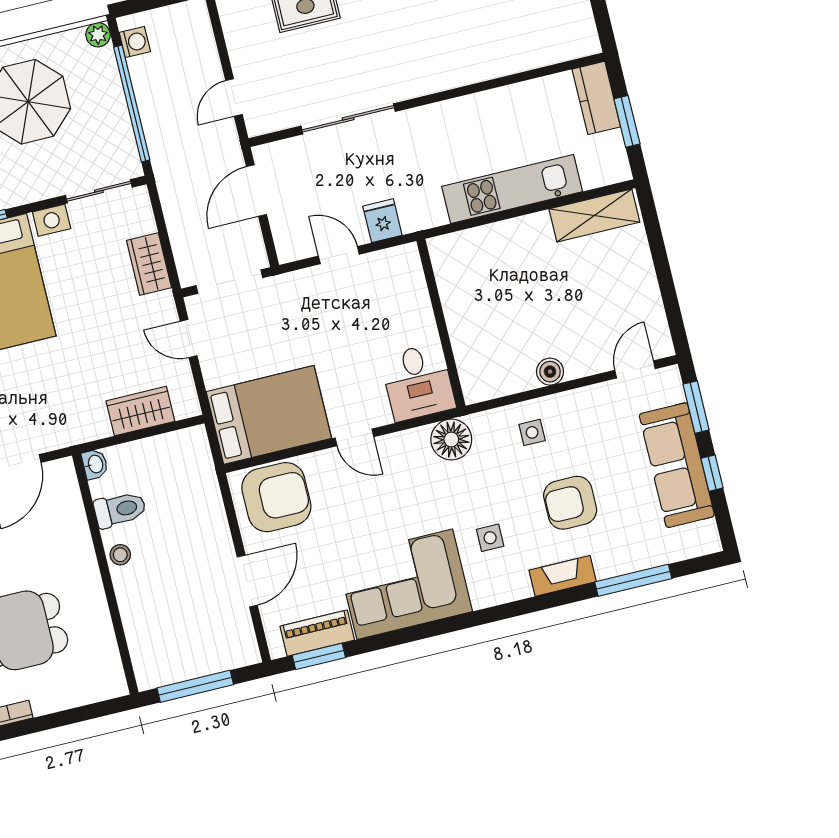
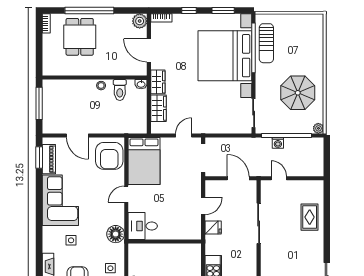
washing machine: (135, 42) -> (278, 143), moved
wardrobe: (149, 264) -> (158, 82), moved, turned 90

